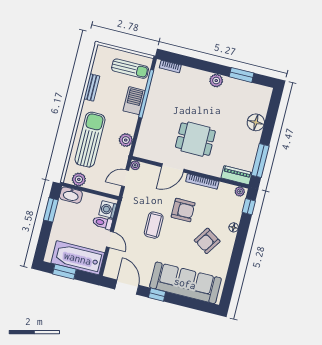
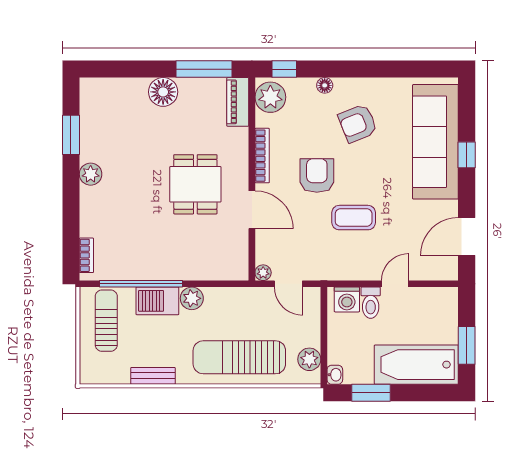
floor lamp: (256, 122) -> (163, 92), moved
plant: (126, 140) -> (192, 298), moved
plant: (240, 191) -> (270, 97), width x1.87, depth x1.87
washbasin: (71, 195) -> (335, 375), width x0.52, depth x0.69
armchair: (207, 241) -> (358, 123), turned 125
bathtub: (78, 258) -> (416, 365), moved, turned 90
window: (157, 295) -> (467, 155), moved

